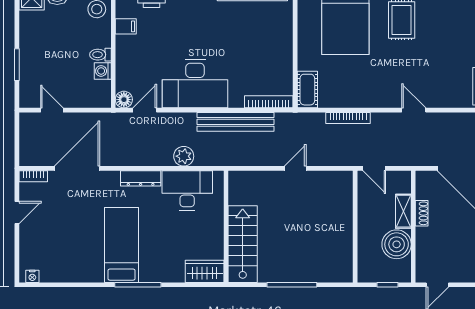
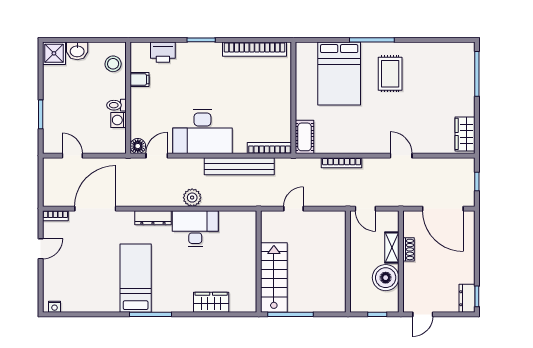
wall: (226, 227) -> (259, 261), moved
stairs: (243, 244) -> (274, 277), moved

